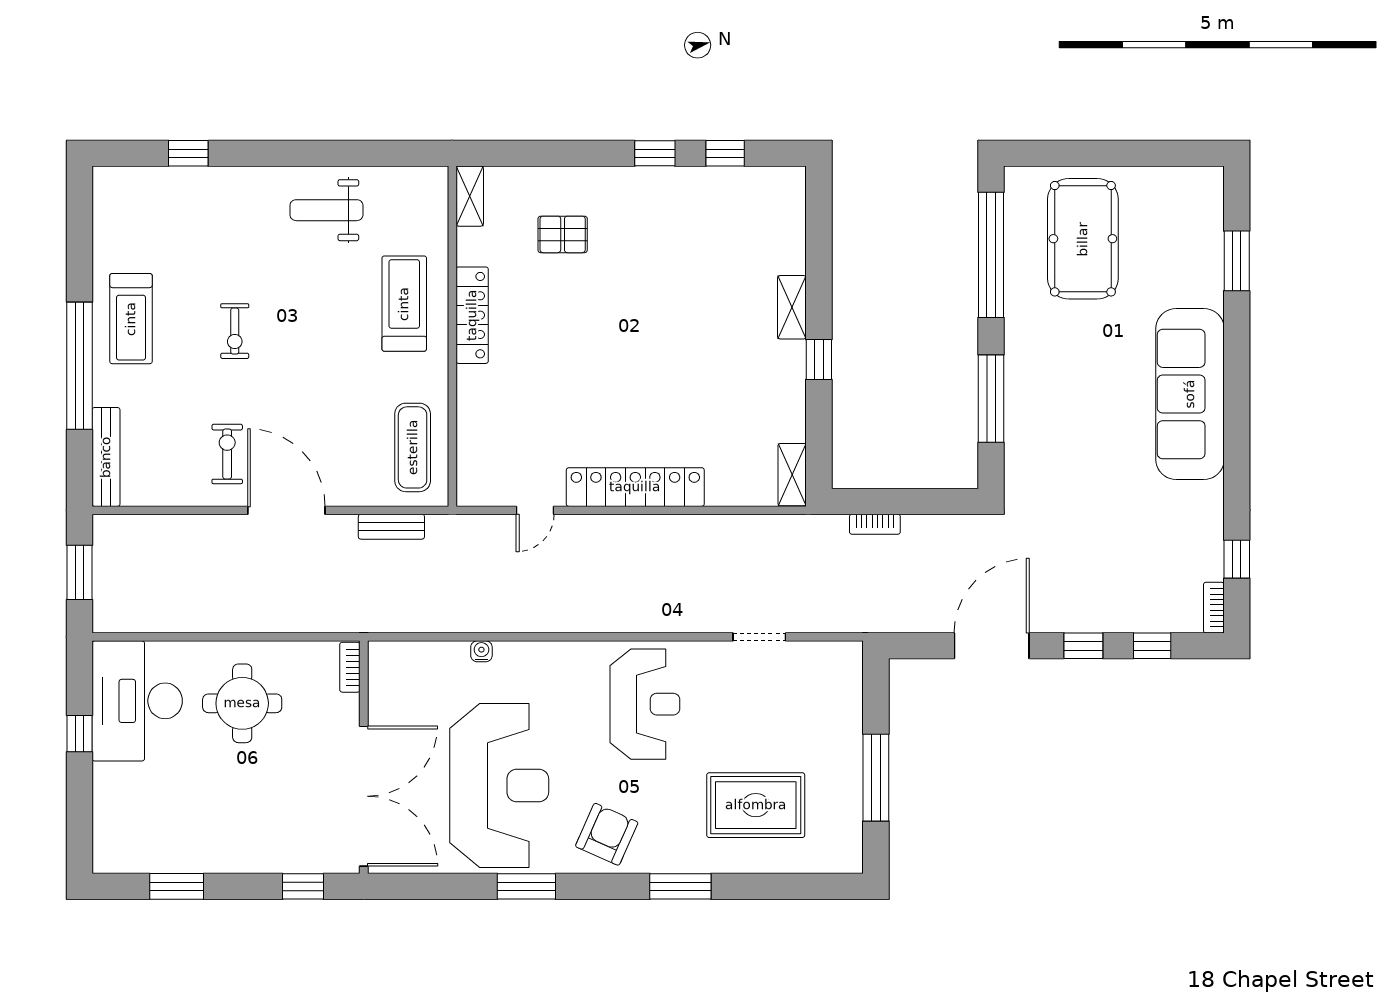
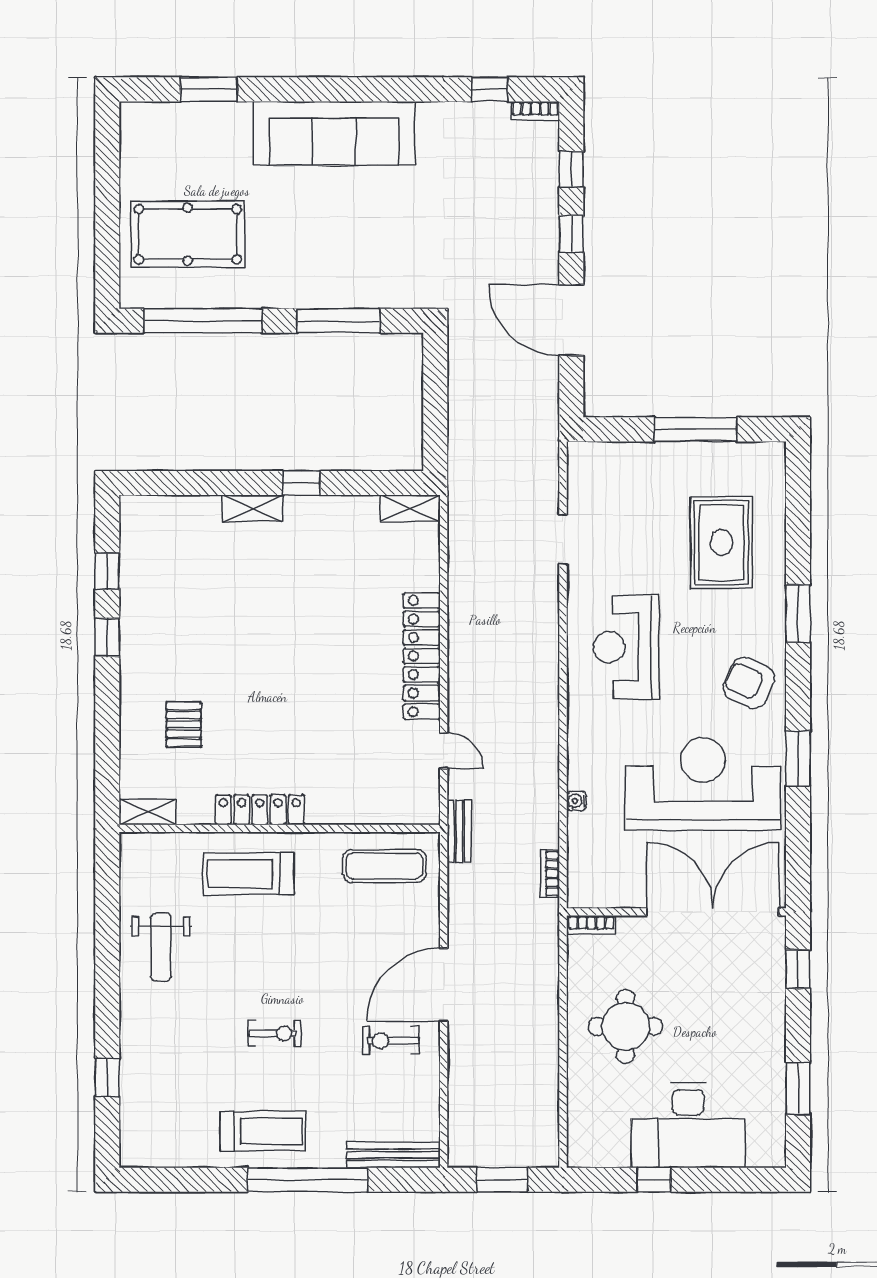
bookcase: (875, 524) -> (550, 873), moved, turned 180
bench: (391, 527) -> (459, 831), moved
desk: (137, 701) -> (688, 1125), moved
reception desk: (645, 704) -> (626, 647), turned -90

